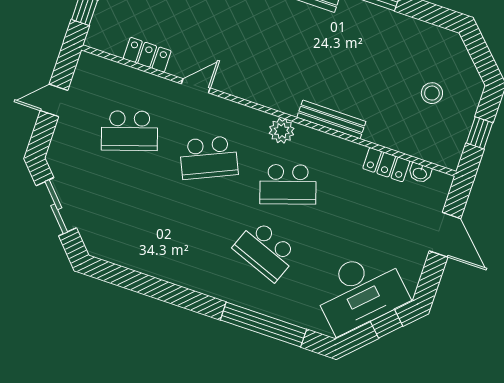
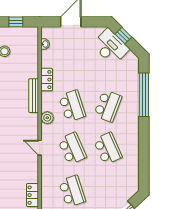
door: (196, 86) -> (40, 148), moved
locker: (386, 165) -> (47, 80), moved
school desk: (186, 224) -> (108, 149), added
desk: (360, 291) -> (110, 47), width x0.73, depth x0.77

